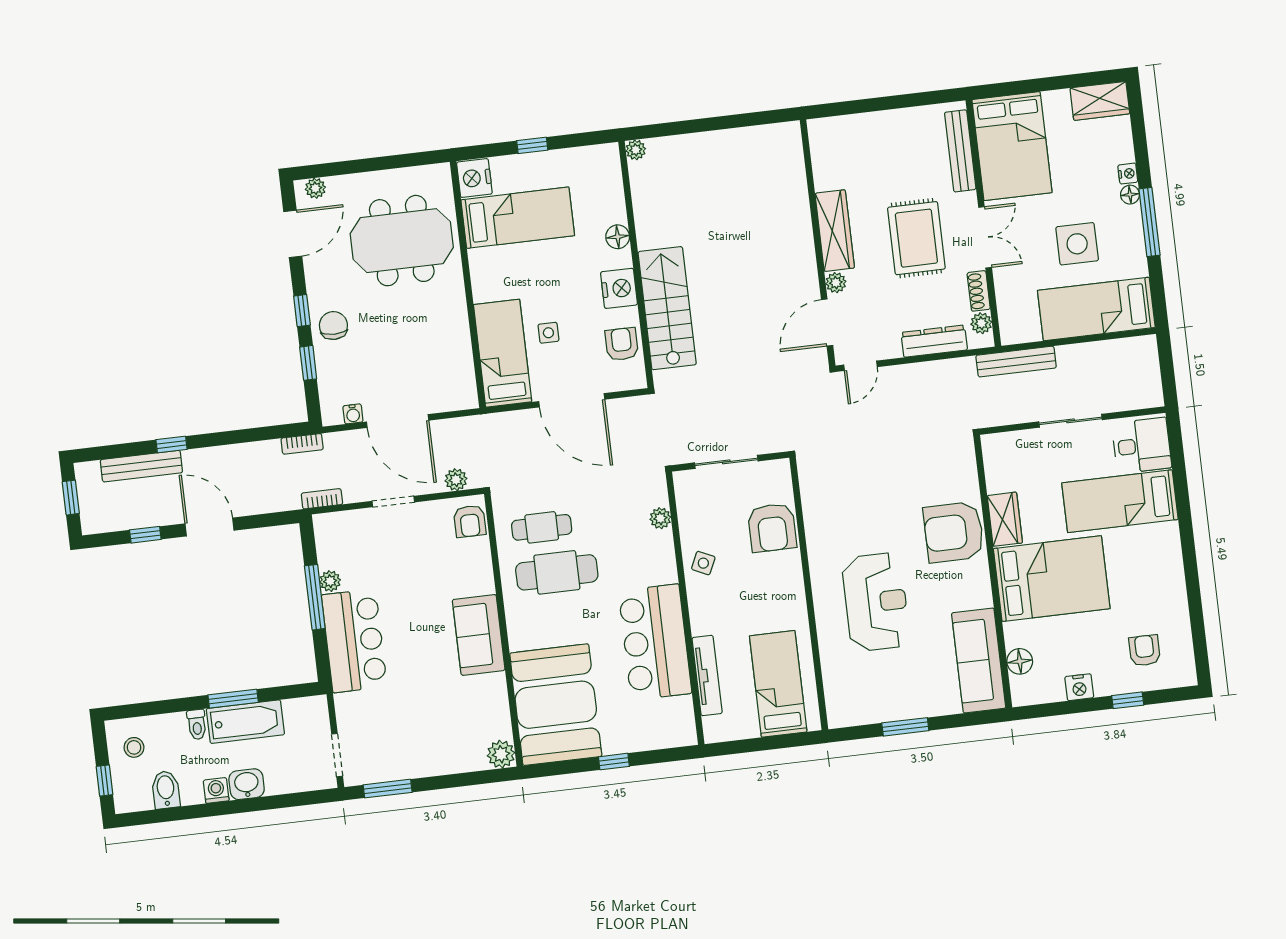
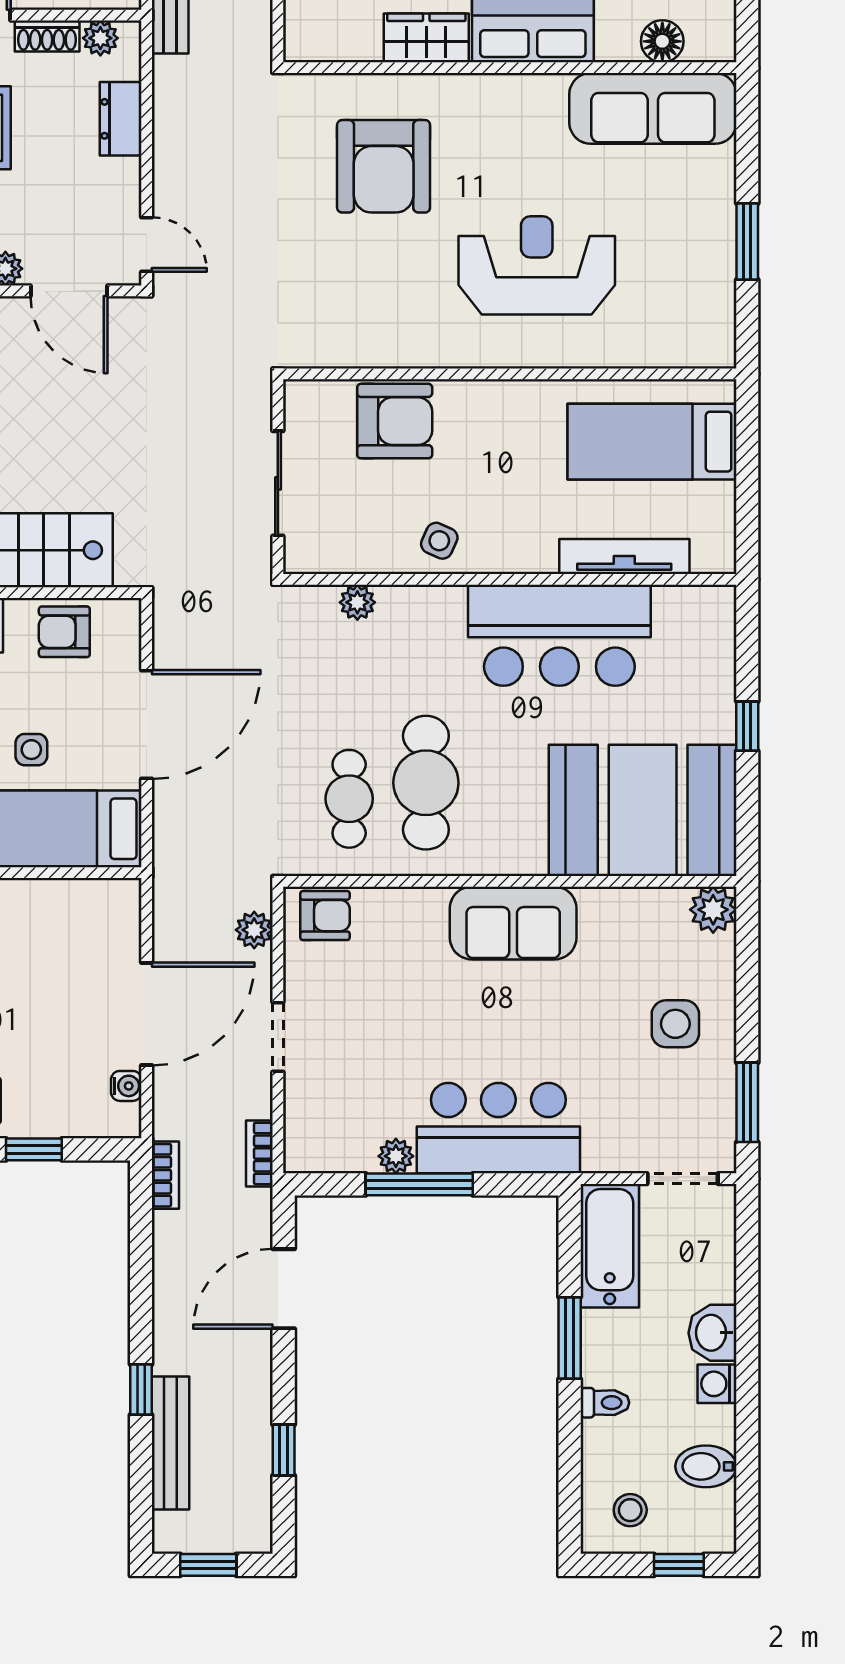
dresser: (934, 341) -> (121, 119), width x0.70
door: (209, 527) -> (284, 1289), moved
armchair: (954, 532) -> (384, 166), moved
bathtub: (245, 722) -> (610, 1246), moved
side table: (430, 740) -> (675, 1024), added

